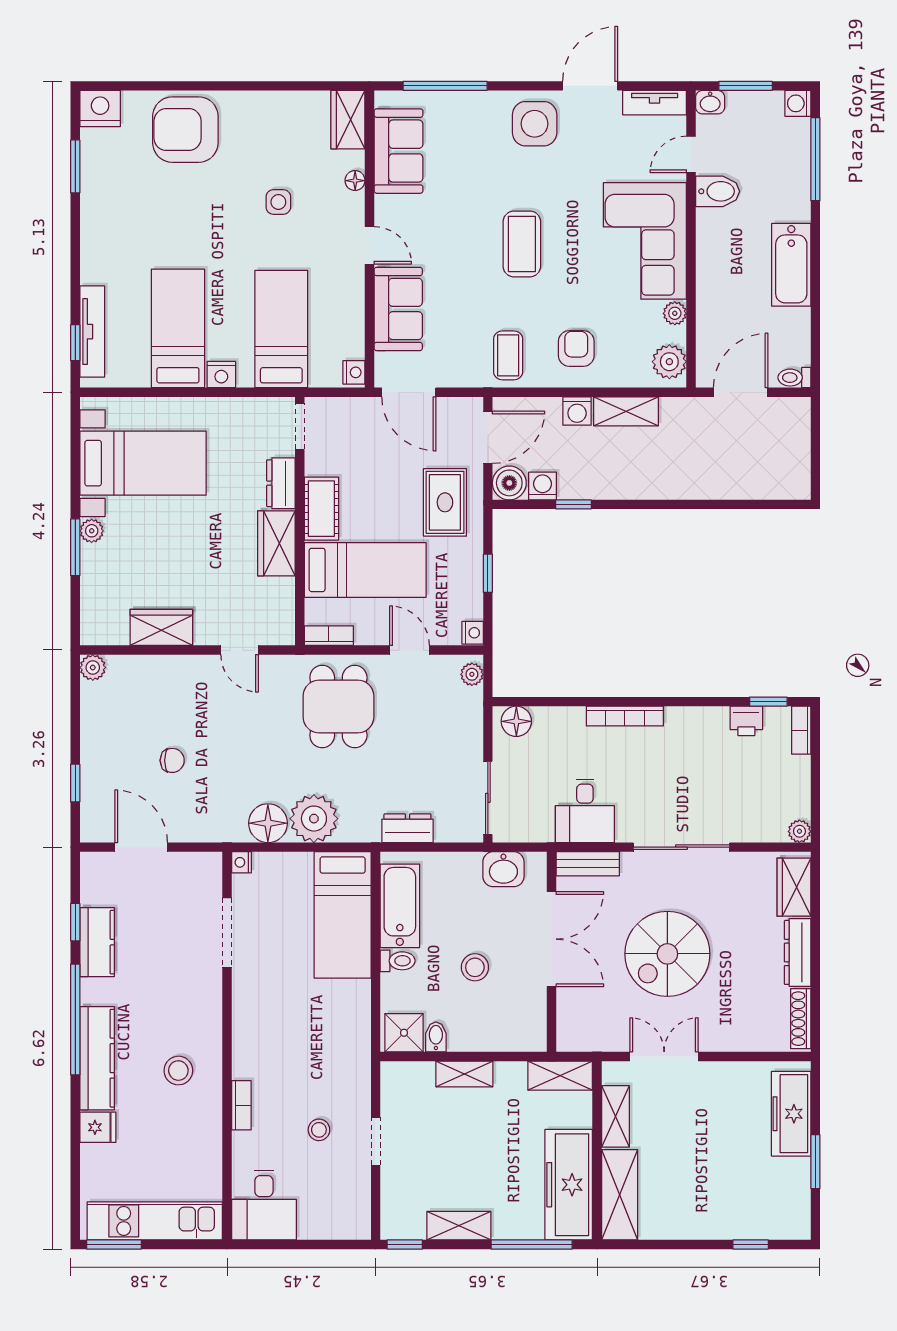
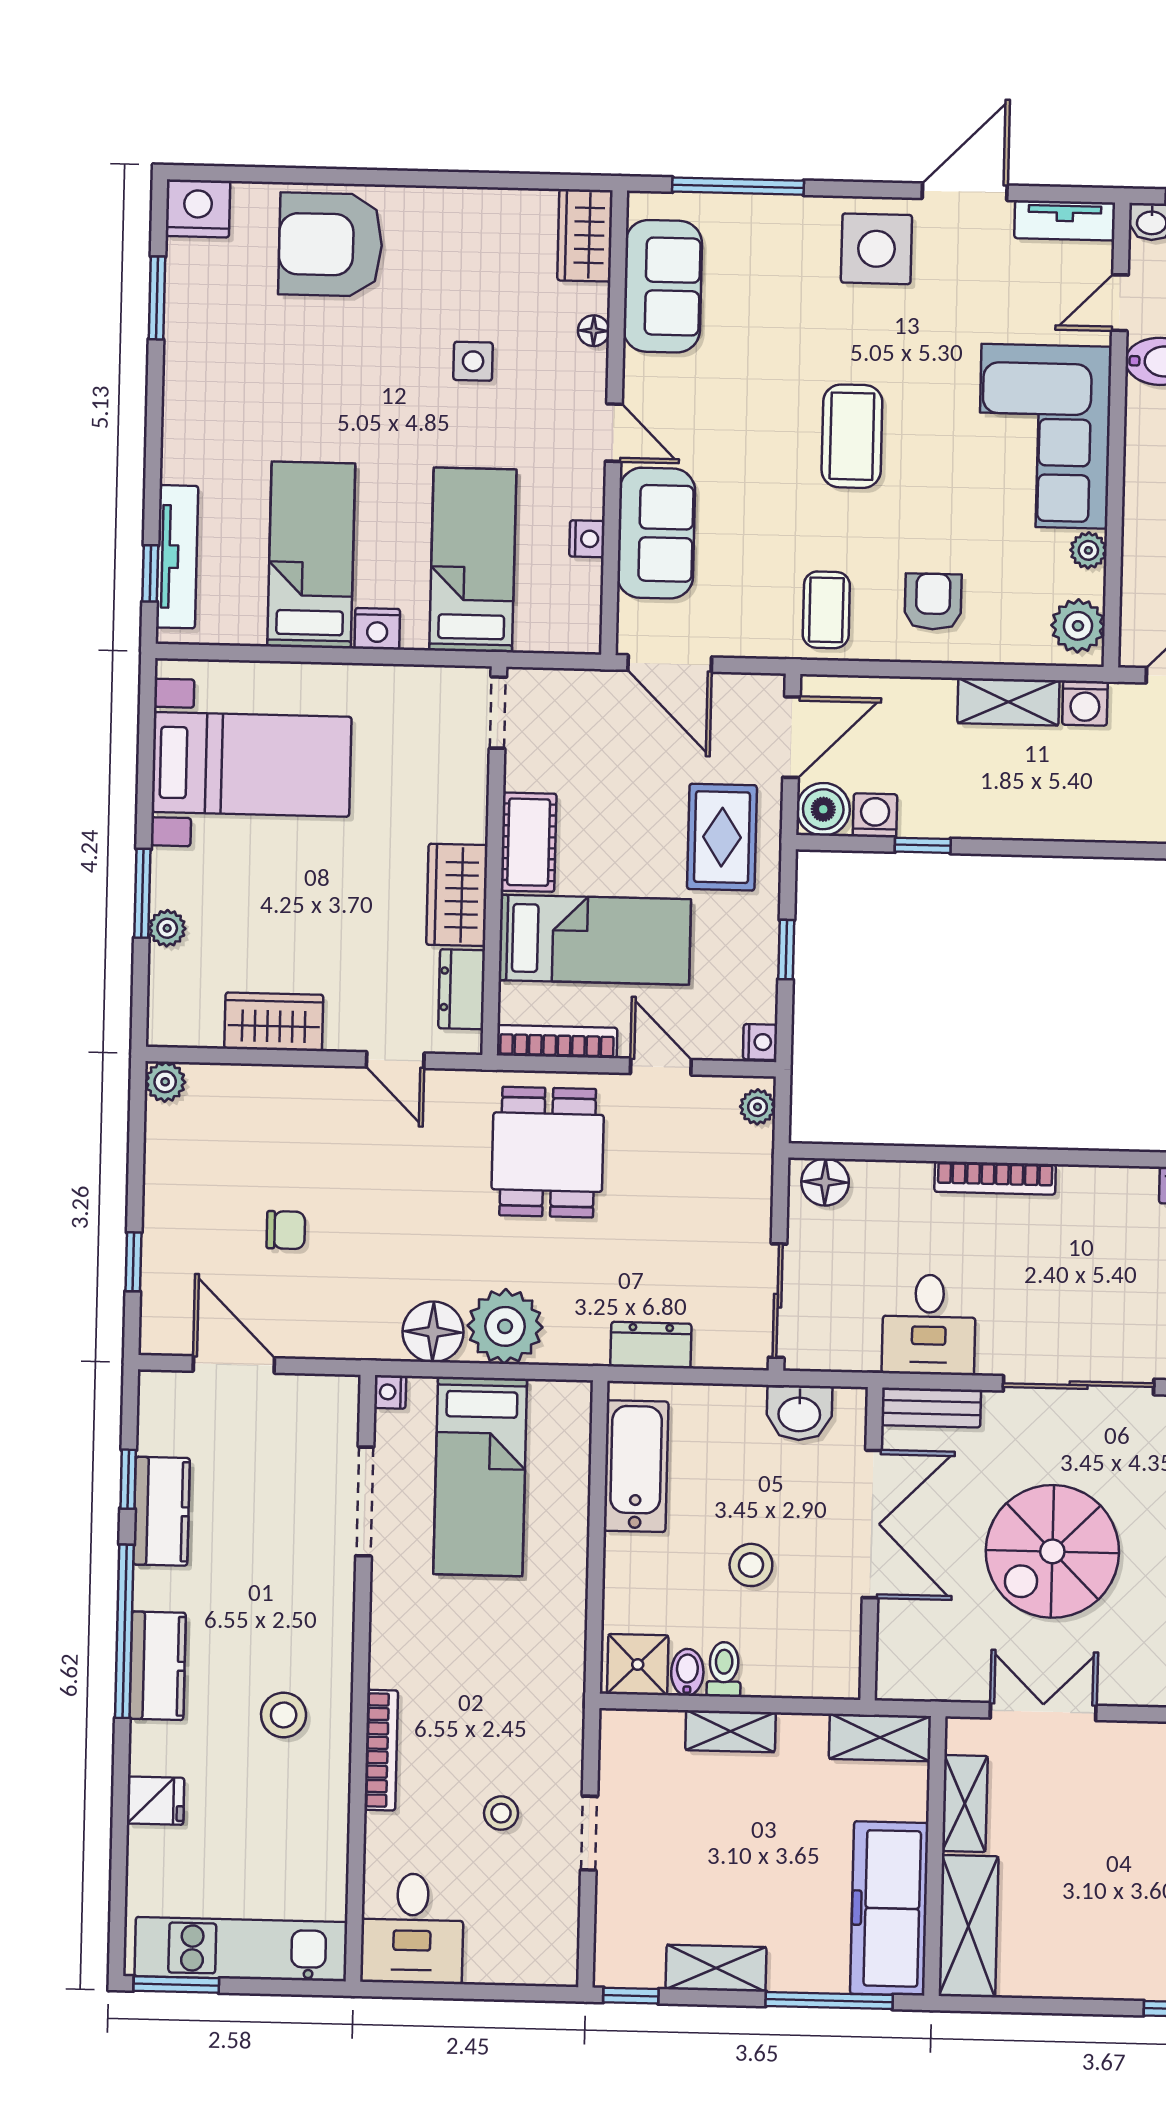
nightstand: (354, 372) -> (587, 539), moved
washing machine: (577, 411) -> (1085, 703), moved
dresser: (281, 483) -> (462, 989), moved
plant: (92, 531) -> (167, 928), moved
bookcase: (329, 636) -> (557, 1042), width x1.56
bed: (343, 915) -> (480, 1476), moved
toilet: (398, 961) -> (724, 1669), moved, turned -90
kitchen counter: (97, 1058) -> (158, 1666), width x0.67
bookcase: (241, 1105) -> (381, 1750), width x1.56

